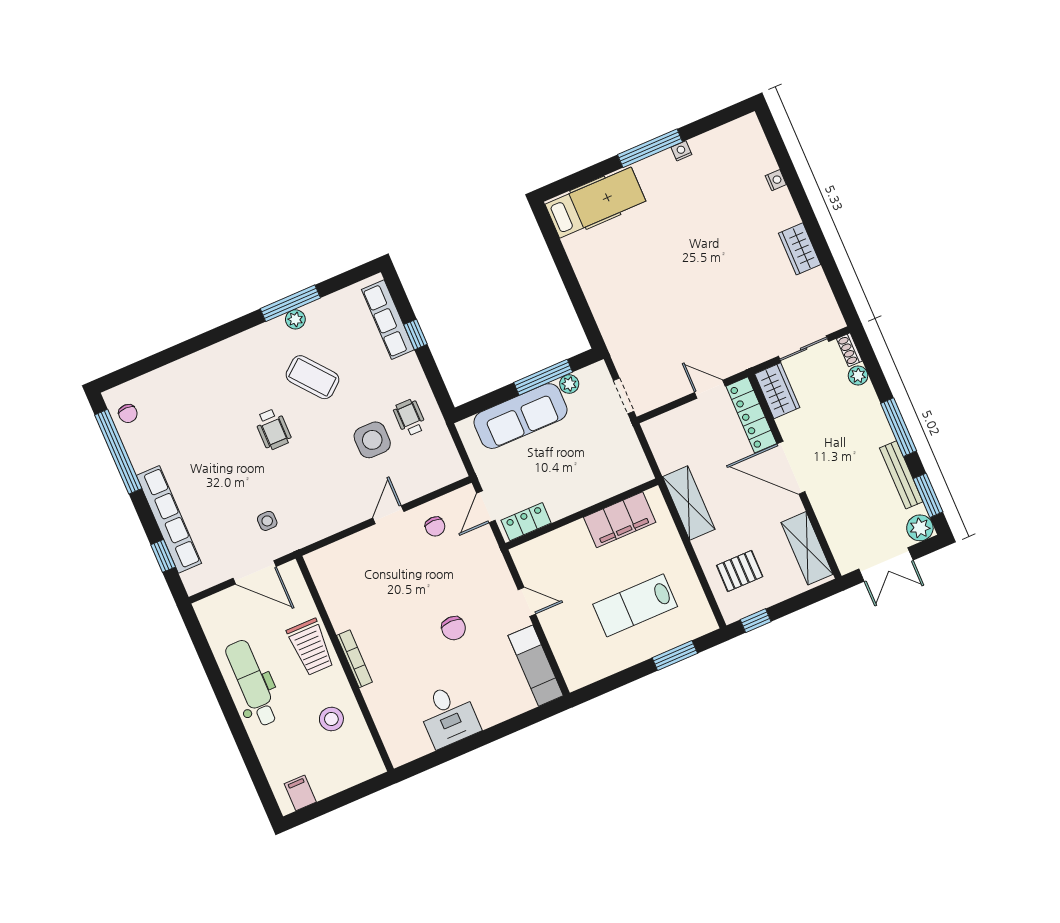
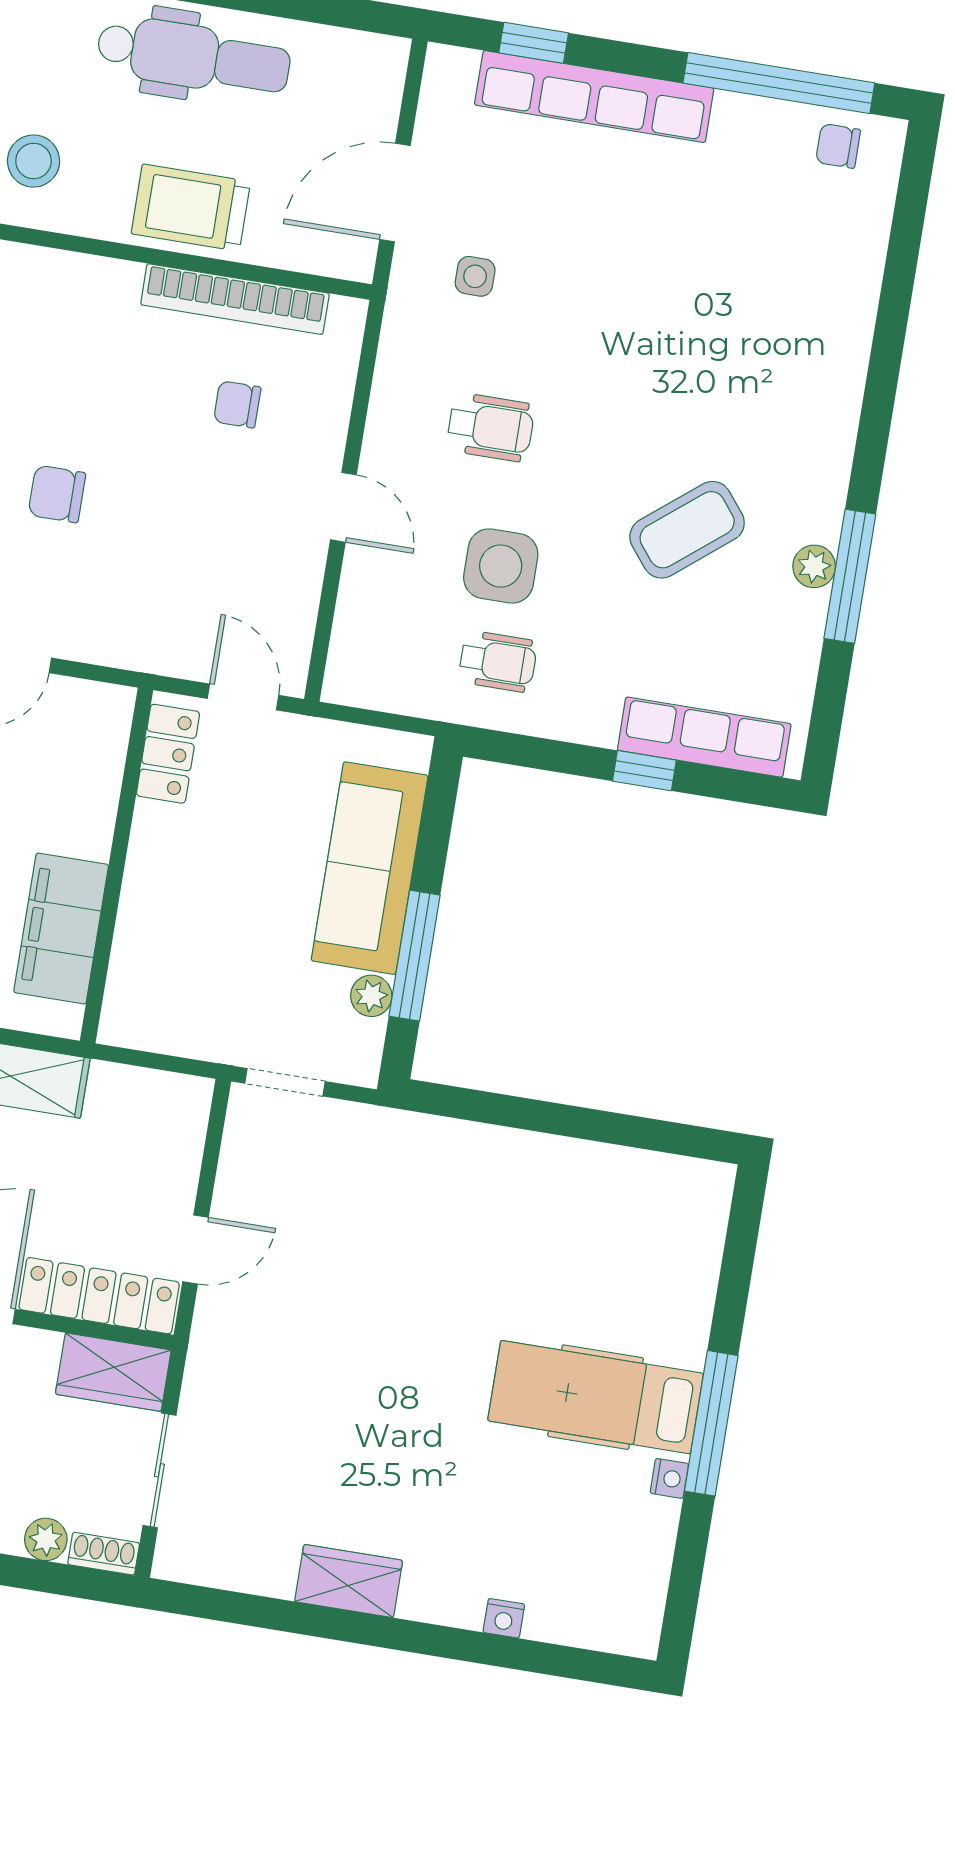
hospital bed: (595, 203) -> (596, 1397), moved, turned 90
wheelchair: (273, 429) -> (491, 427), moved, turned 180
chair: (435, 527) -> (237, 404), moved
bookcase: (354, 659) -> (235, 299), moved, width x1.48, depth x1.31

